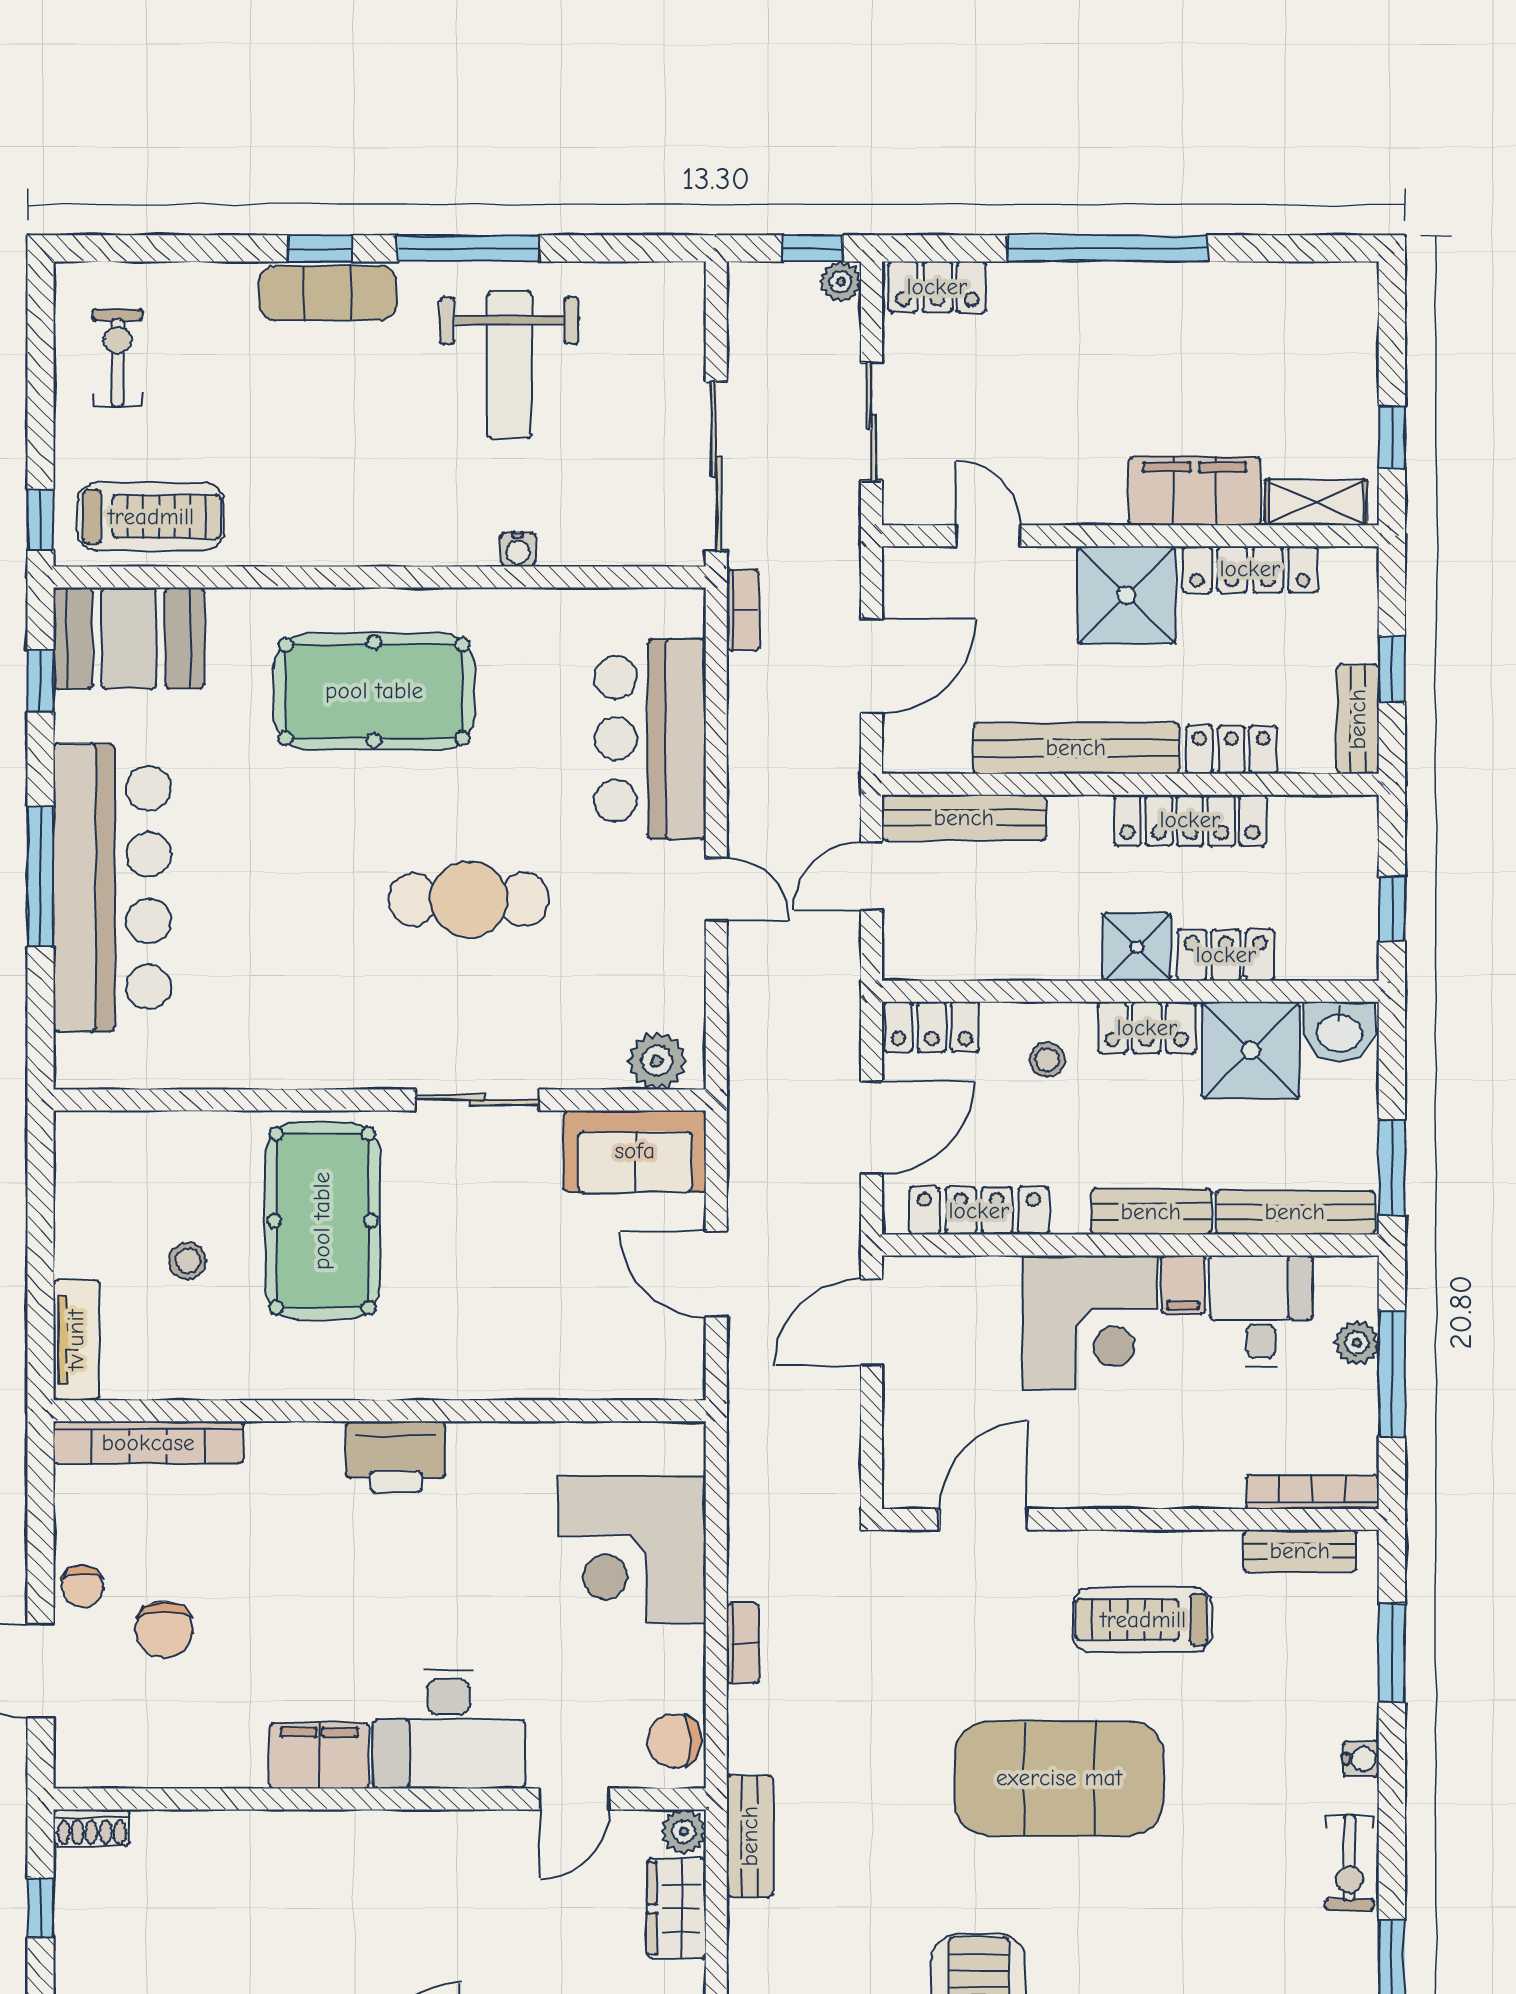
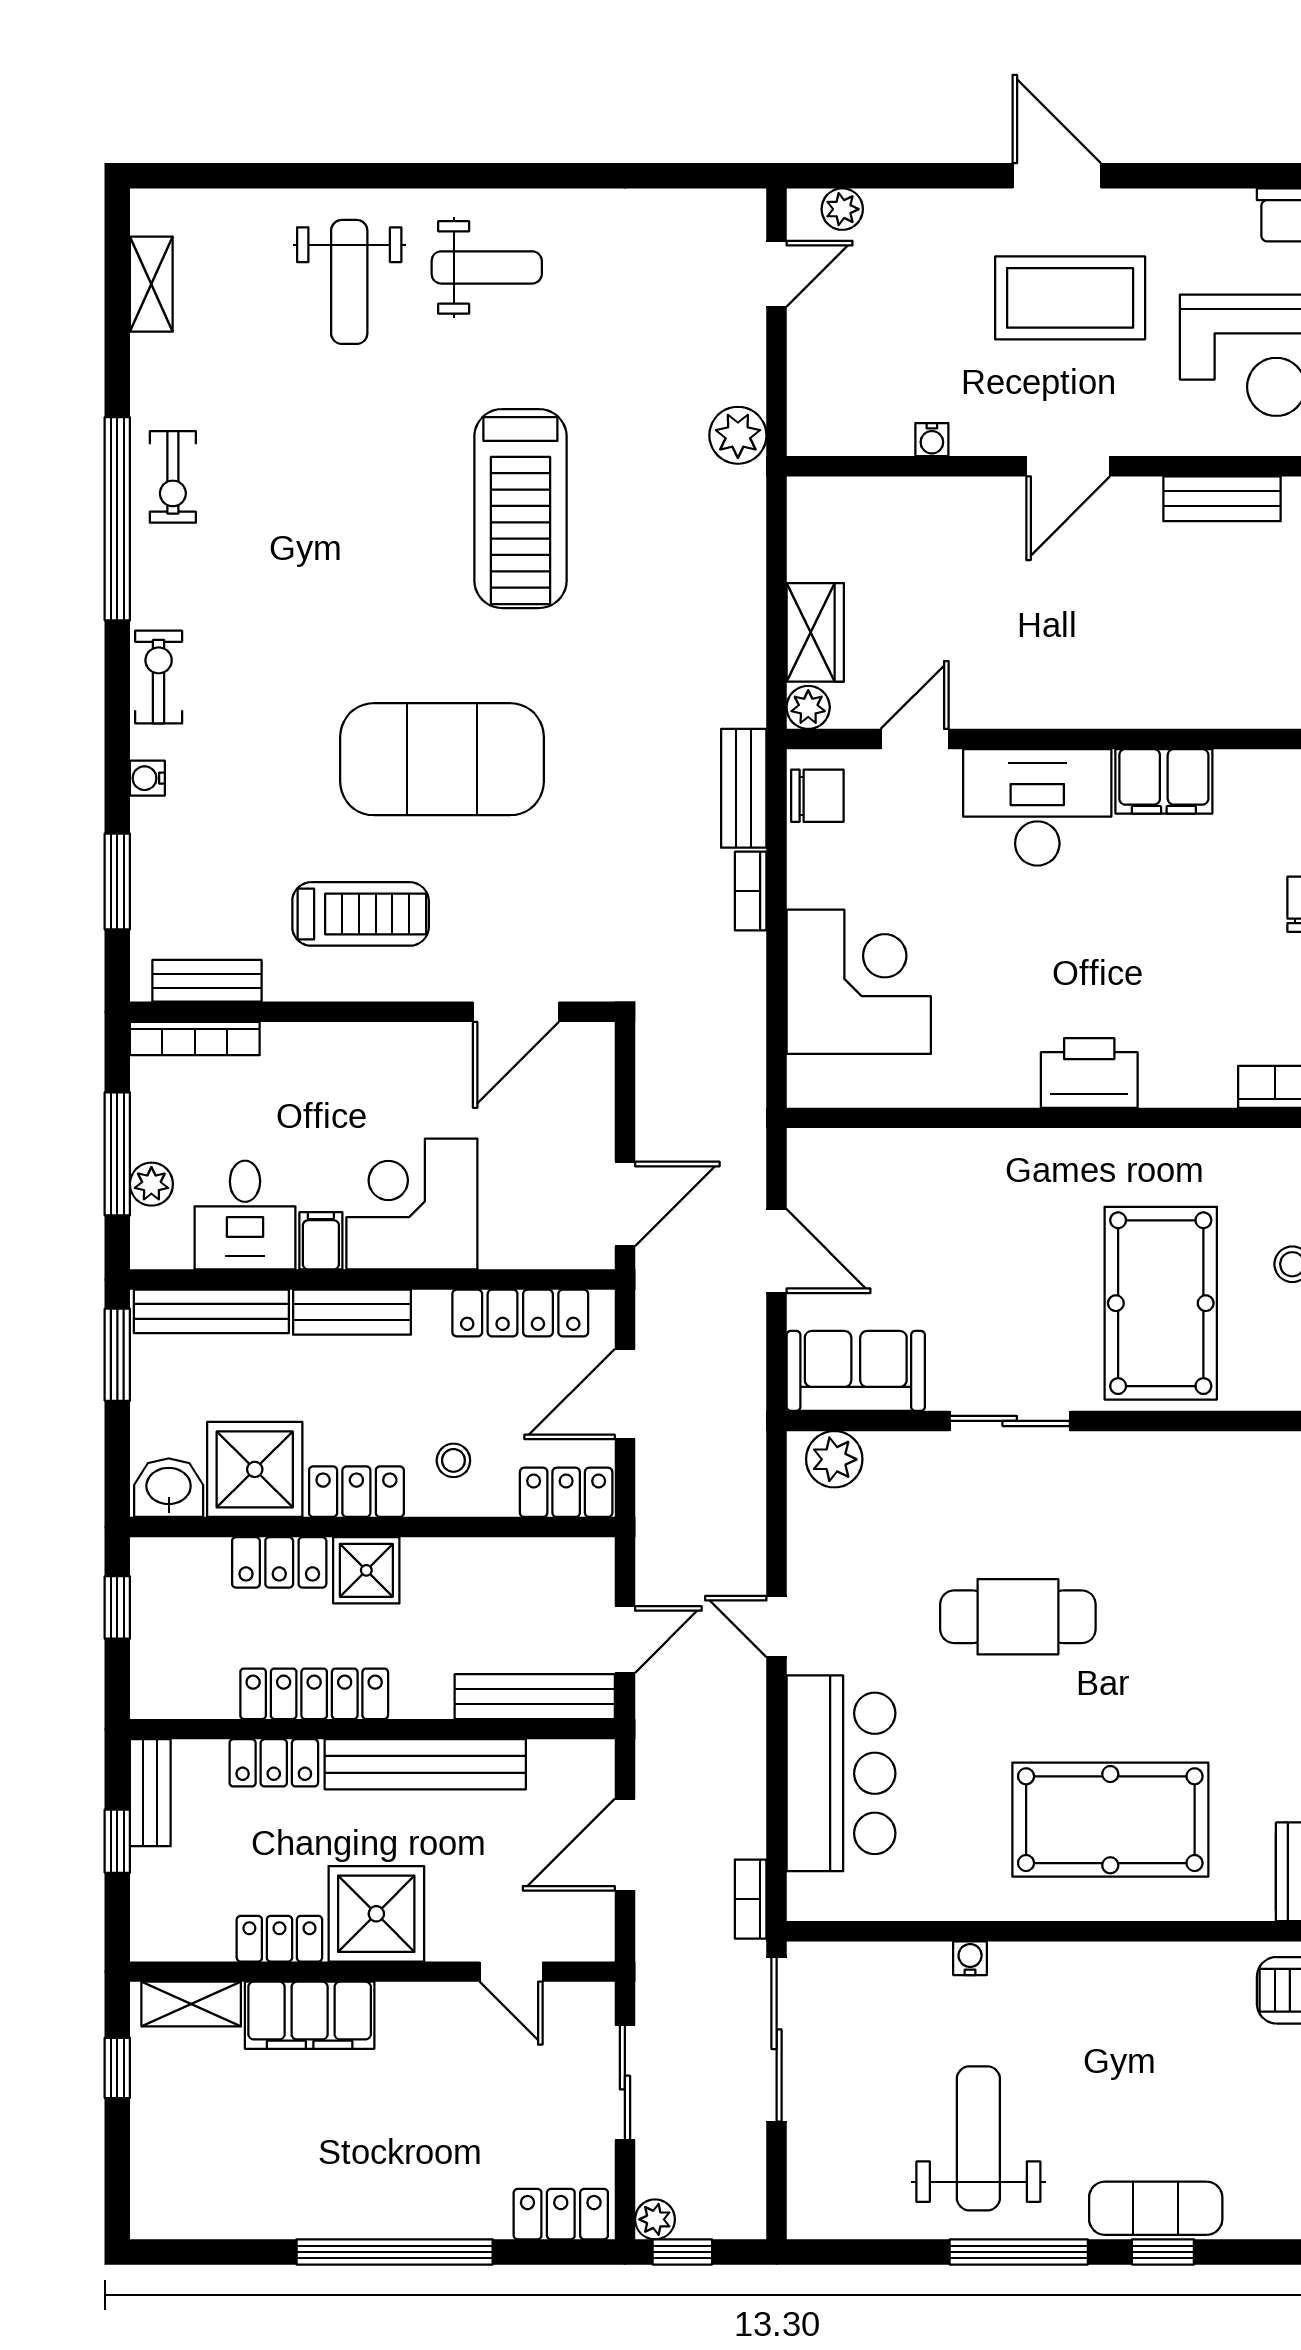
locker: (1250, 569) -> (279, 1939), width x0.66
bench: (750, 1836) -> (744, 788), moved

